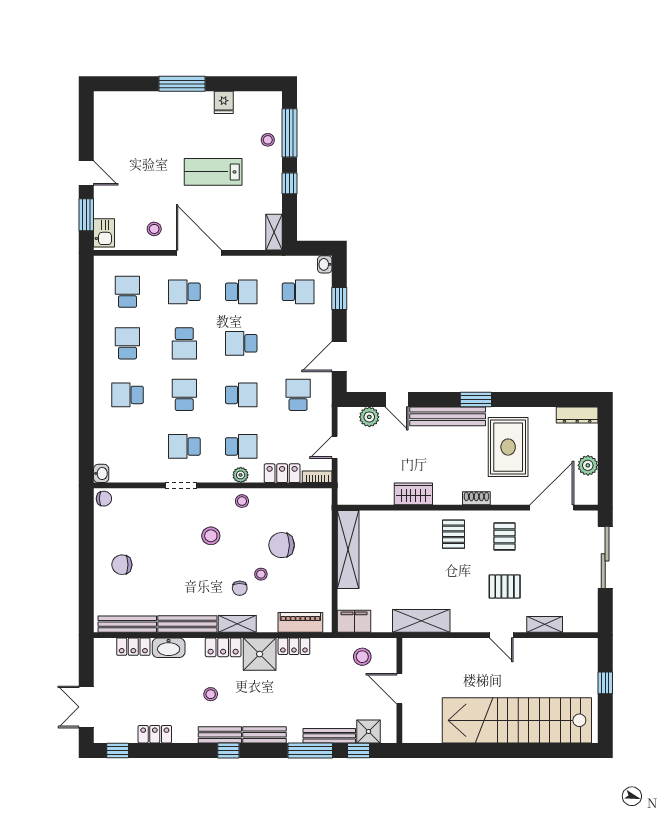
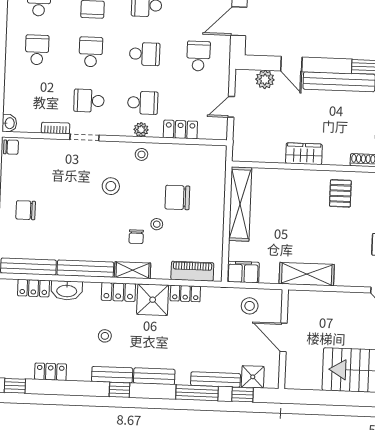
school desk: (127, 395) -> (37, 50), turned 90
bookcase: (317, 477) -> (56, 128), moved

